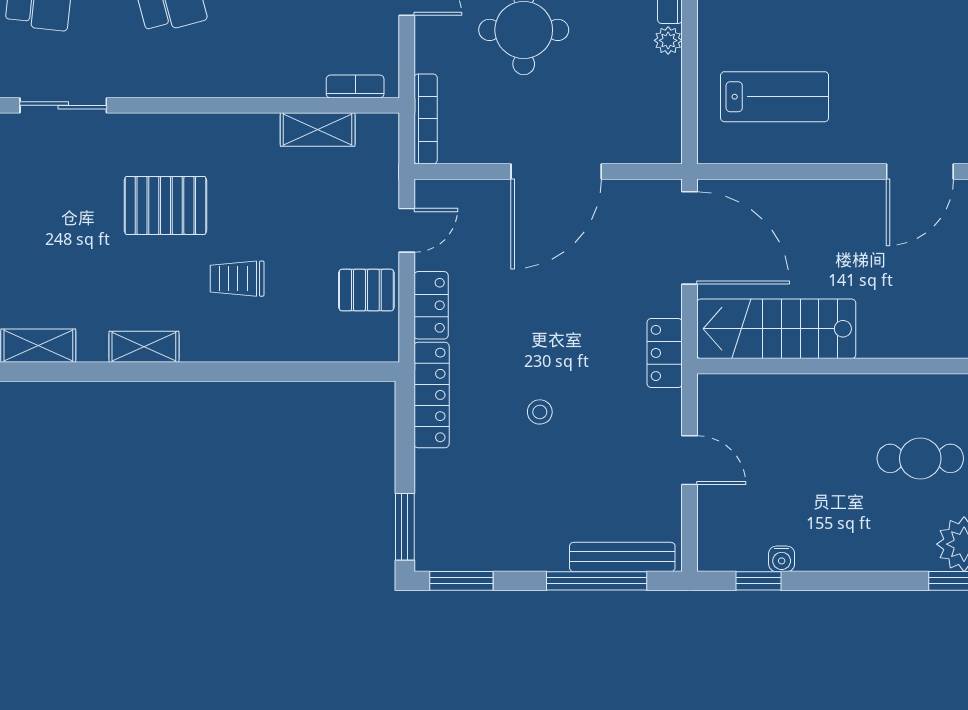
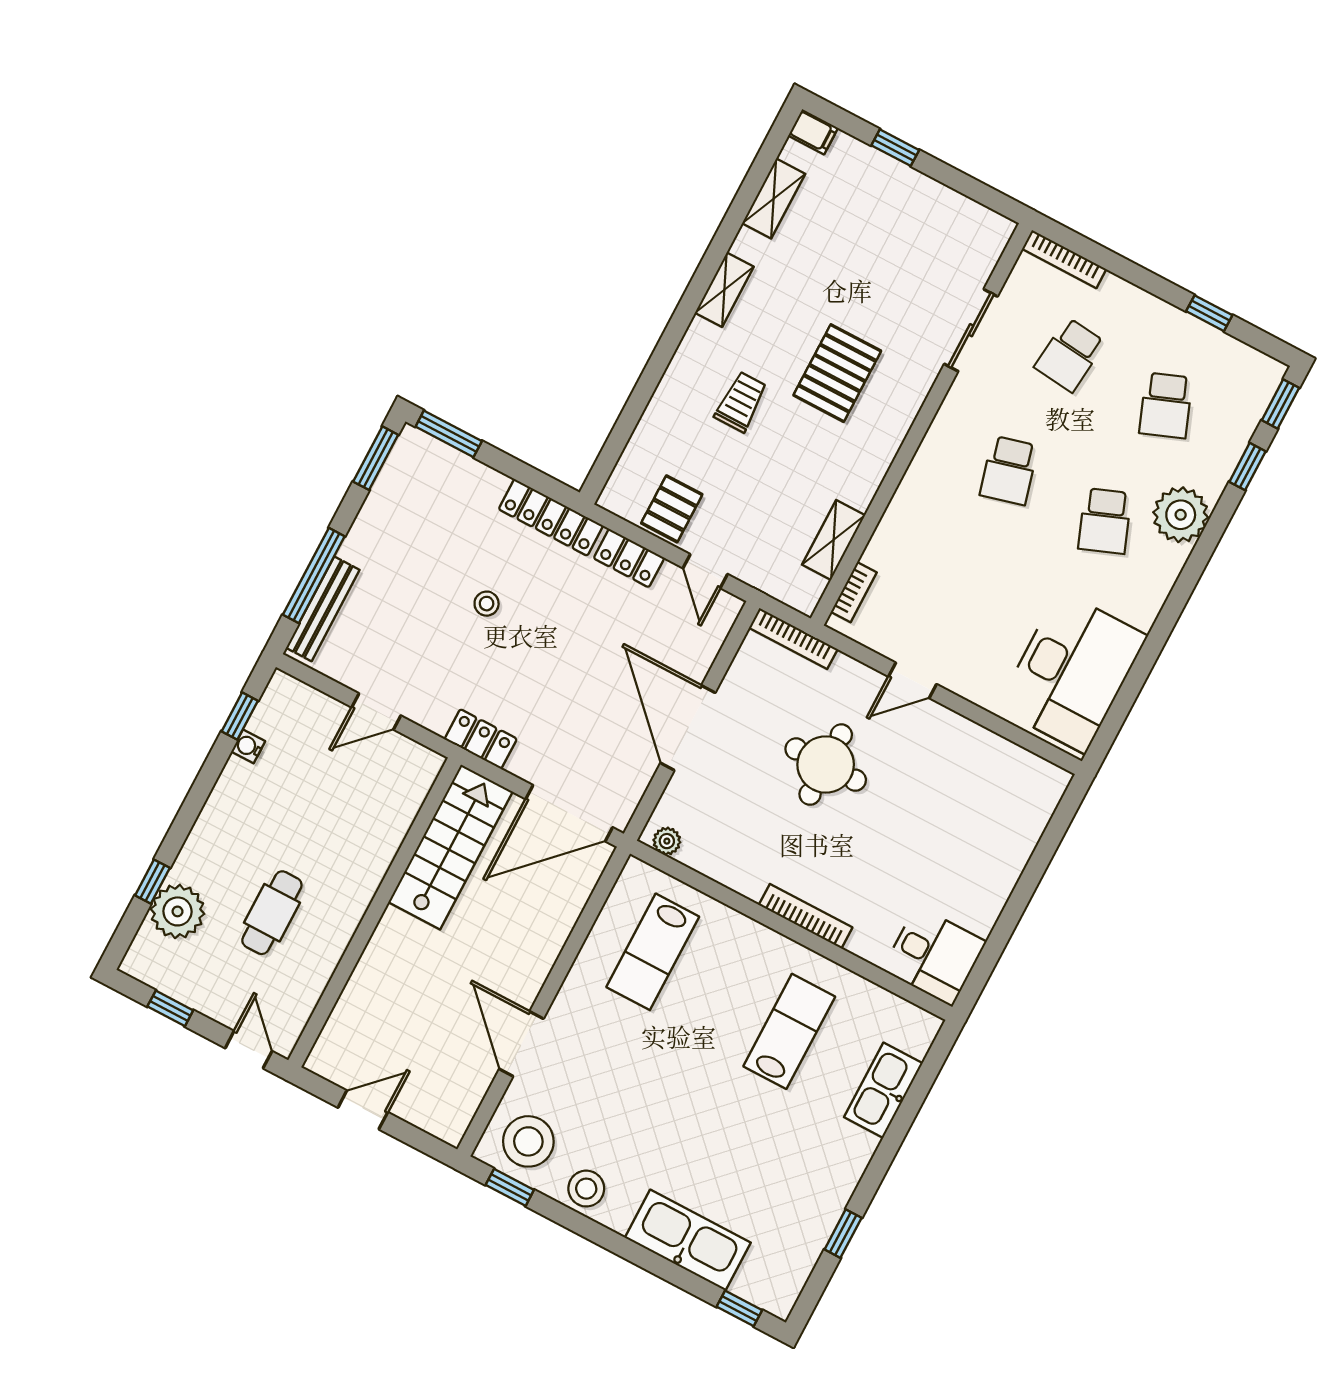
plant: (668, 40) -> (667, 841), moved

